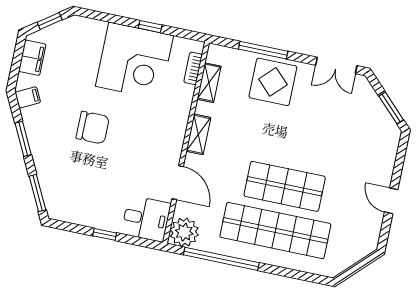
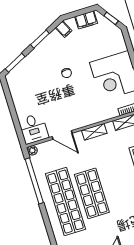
chair: (93, 128) -> (67, 73), width x0.54, depth x0.54
door: (178, 183) -> (62, 135), hinge flipped
plant: (184, 232) -> (32, 150), width x0.53, depth x0.53
window: (105, 234) -> (13, 111), removed

